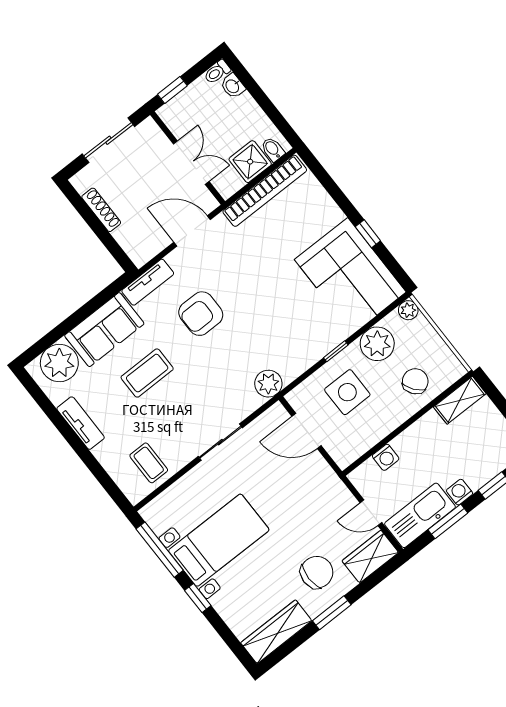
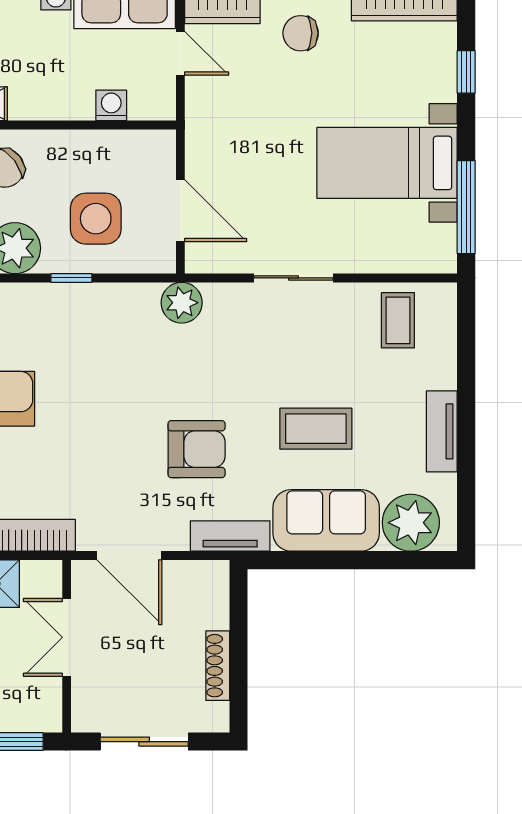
chair: (317, 572) -> (301, 33), width x0.73, depth x0.73
window: (198, 598) -> (466, 72), moved

